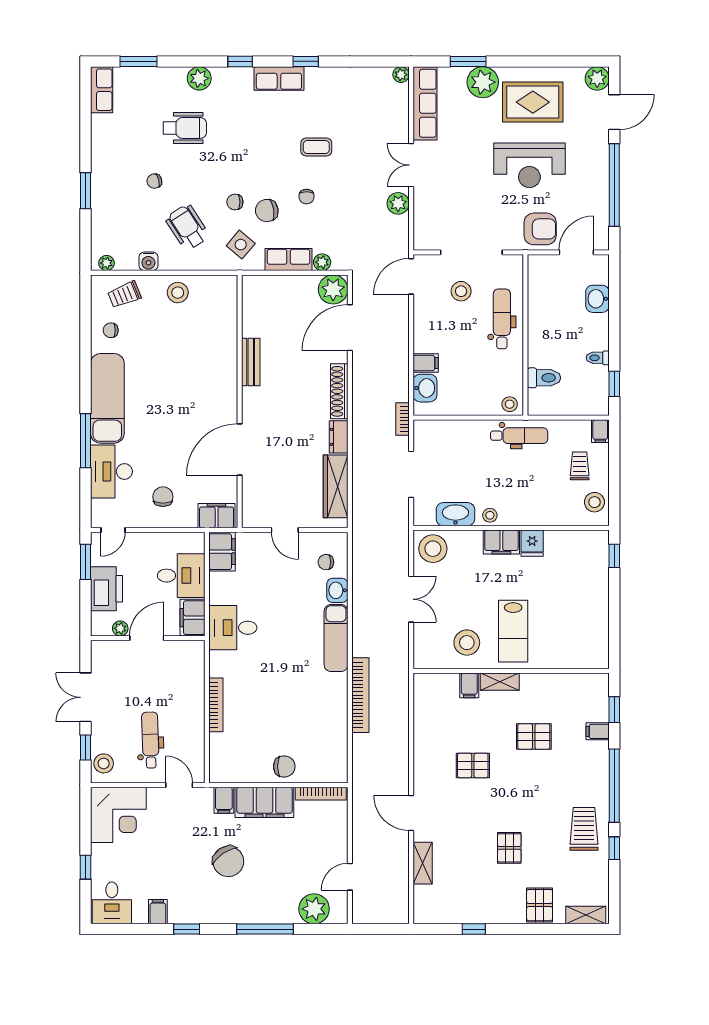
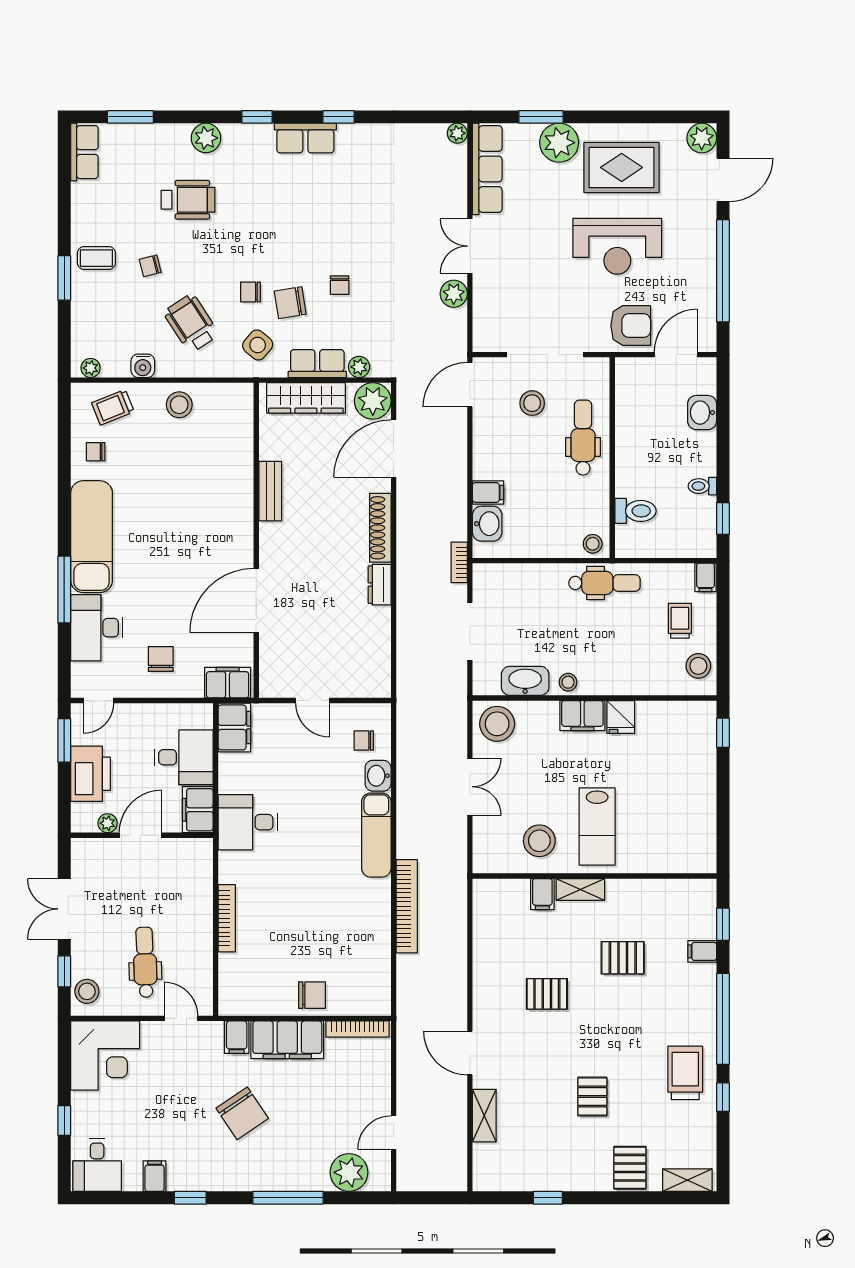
coffee table: (316, 147) -> (96, 258), moved
wardrobe: (336, 486) -> (306, 398), moved, turned -90

